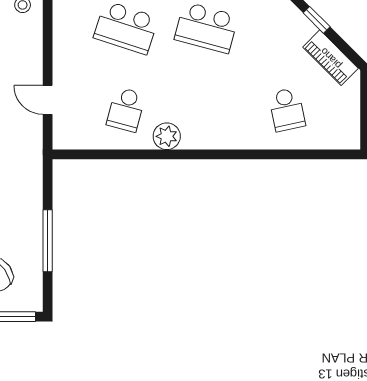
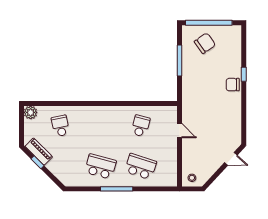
window: (317, 20) -> (38, 162), moved
plant: (167, 136) -> (31, 112), moved

